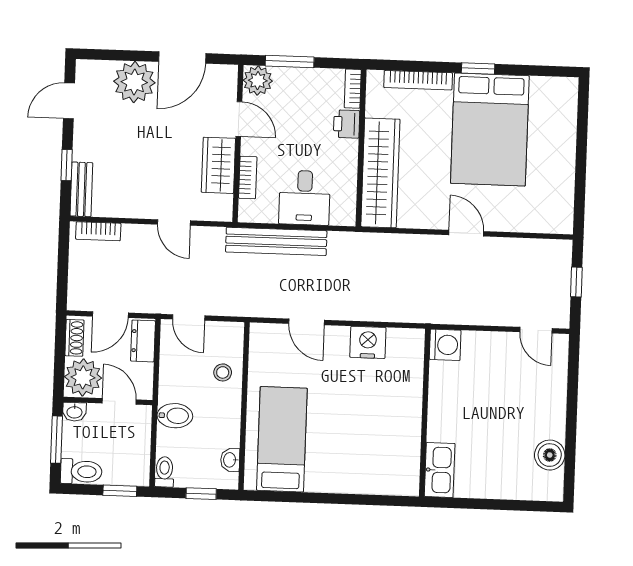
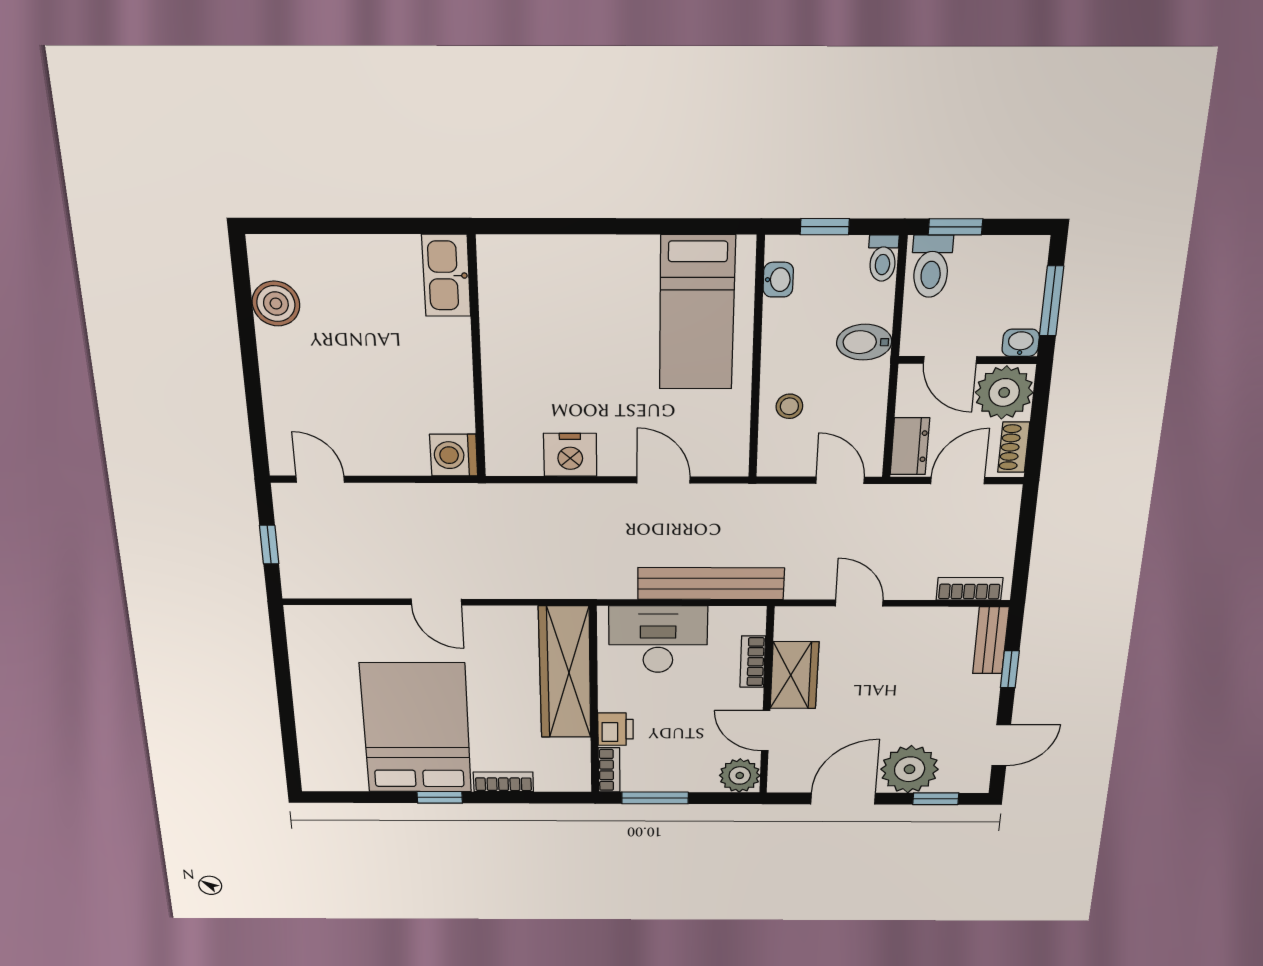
window: (114, 55) -> (936, 799), added
window: (290, 62) -> (655, 798), moved
bookcase: (418, 80) -> (503, 782), width x0.64
desk: (305, 198) -> (658, 639), width x1.37
toilet: (81, 472) -> (931, 266), moved, turned -90

